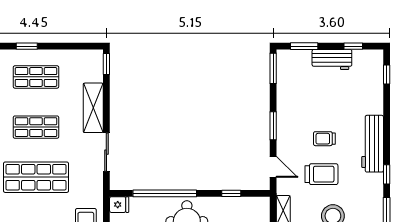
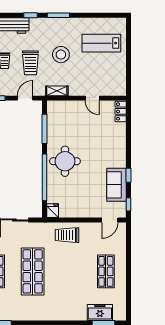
trolley: (321, 174) -> (30, 63), turned 180
window: (231, 193) -> (44, 129), width x2.17

